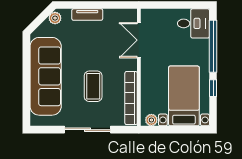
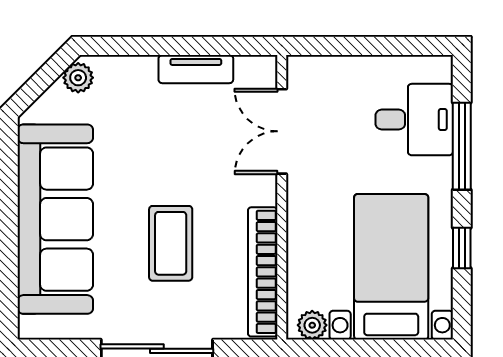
tv unit: (87, 15) -> (196, 69), moved
desk: (193, 23) -> (414, 120), moved
window: (213, 46) -> (462, 146), width x0.68

